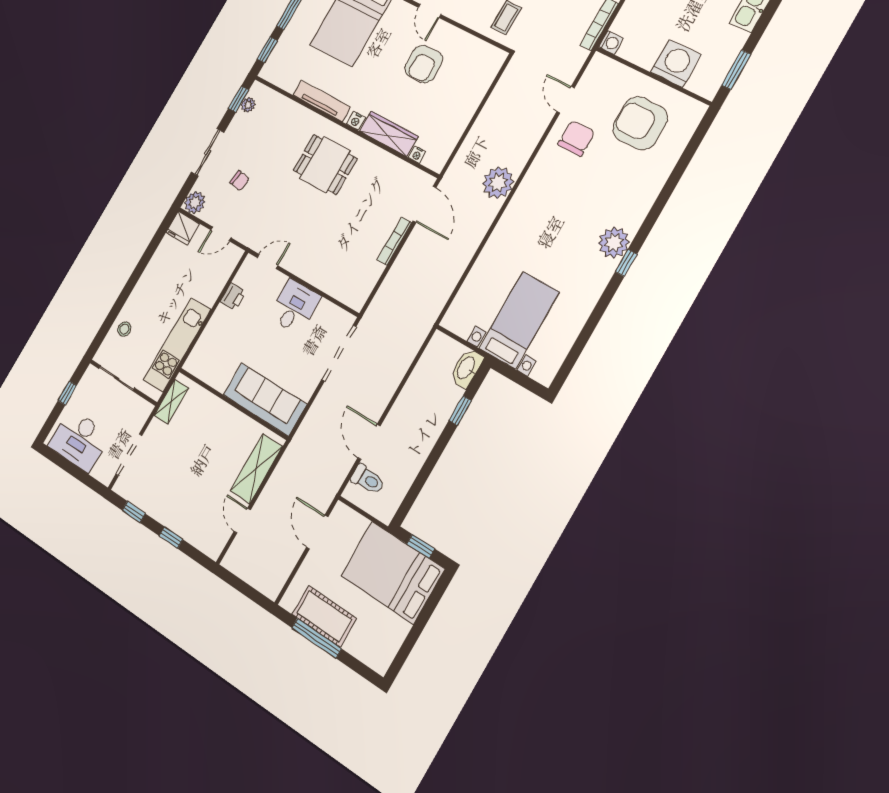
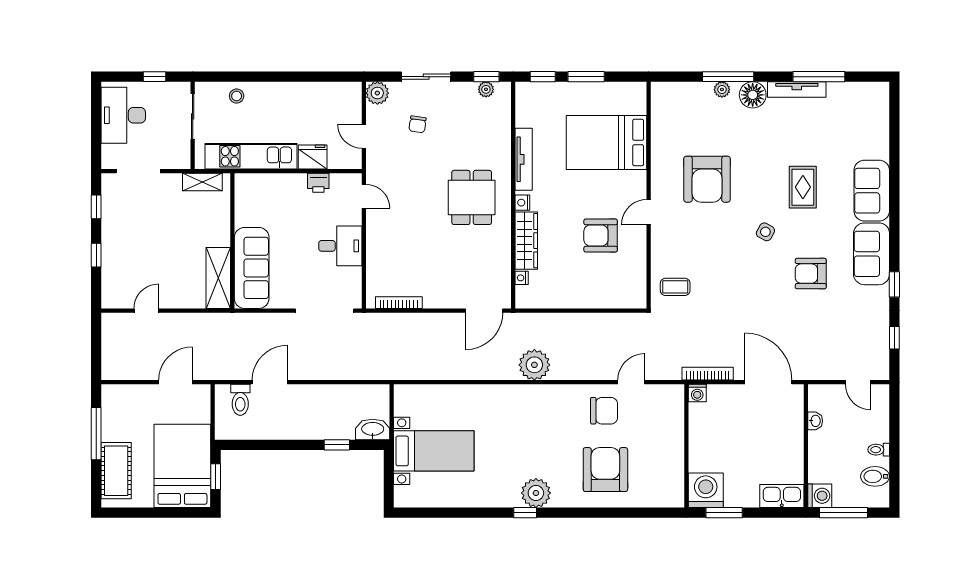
washing machine: (676, 63) -> (706, 490), moved, turned -90
armchair: (640, 123) -> (605, 470), moved
fridge: (183, 228) -> (313, 157), moved, turned 90
bookcase: (394, 241) -> (399, 303), moved
shelving: (256, 469) -> (218, 278), moved, turned 90
cot: (324, 616) -> (116, 471), moved

